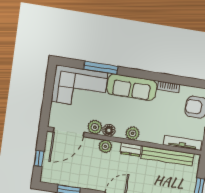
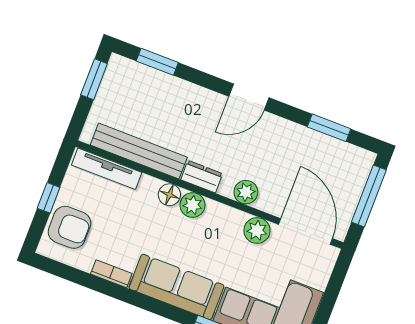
floor lamp: (109, 130) -> (169, 195), moved
door: (69, 132) -> (305, 231), hinge flipped
window: (39, 159) -> (369, 196), width x2.17

